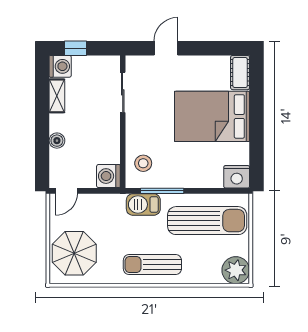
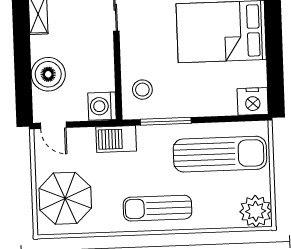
boiler: (57, 141) -> (48, 74), width x1.86, depth x1.86
door: (66, 191) -> (53, 125), hinge flipped
barbecue: (143, 204) -> (116, 139), moved

